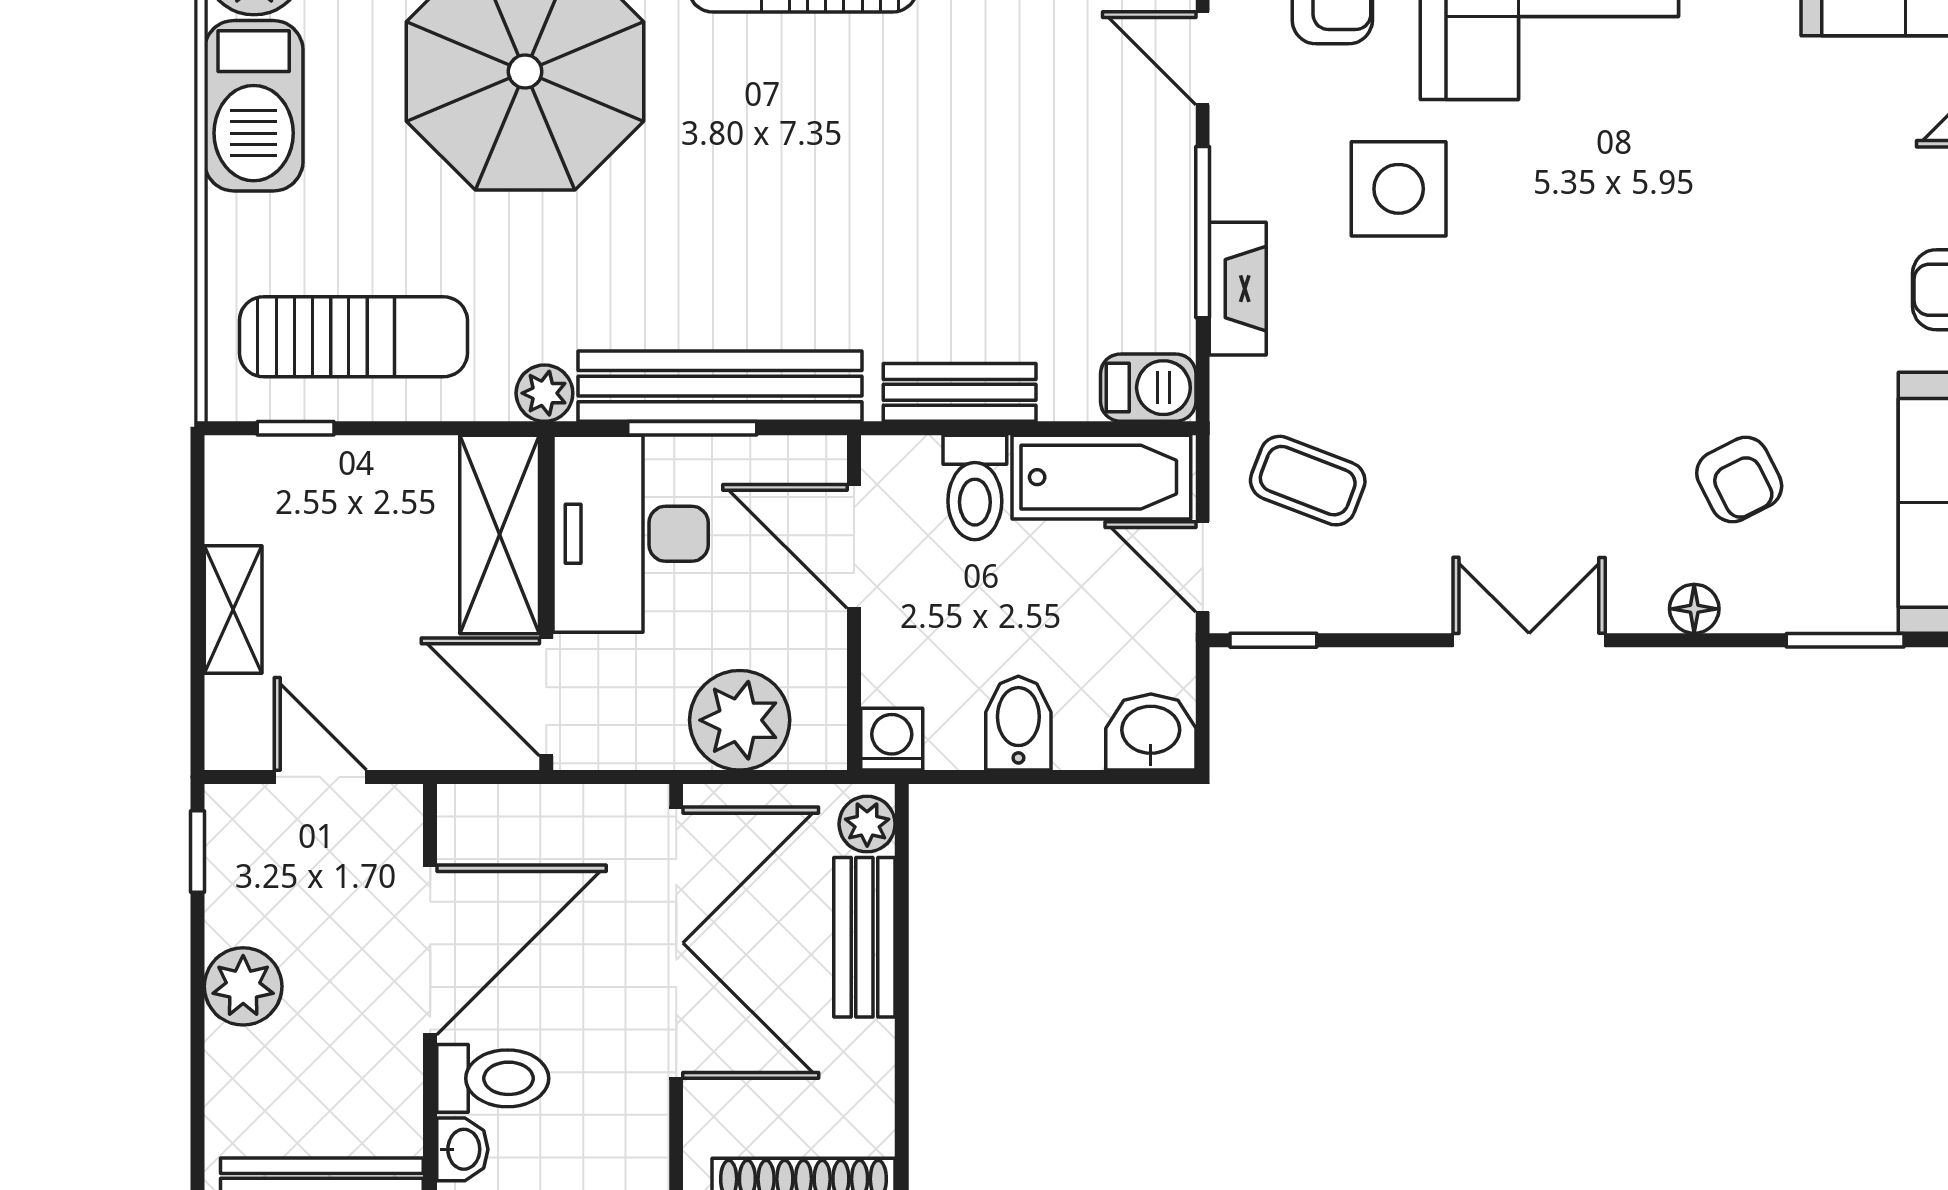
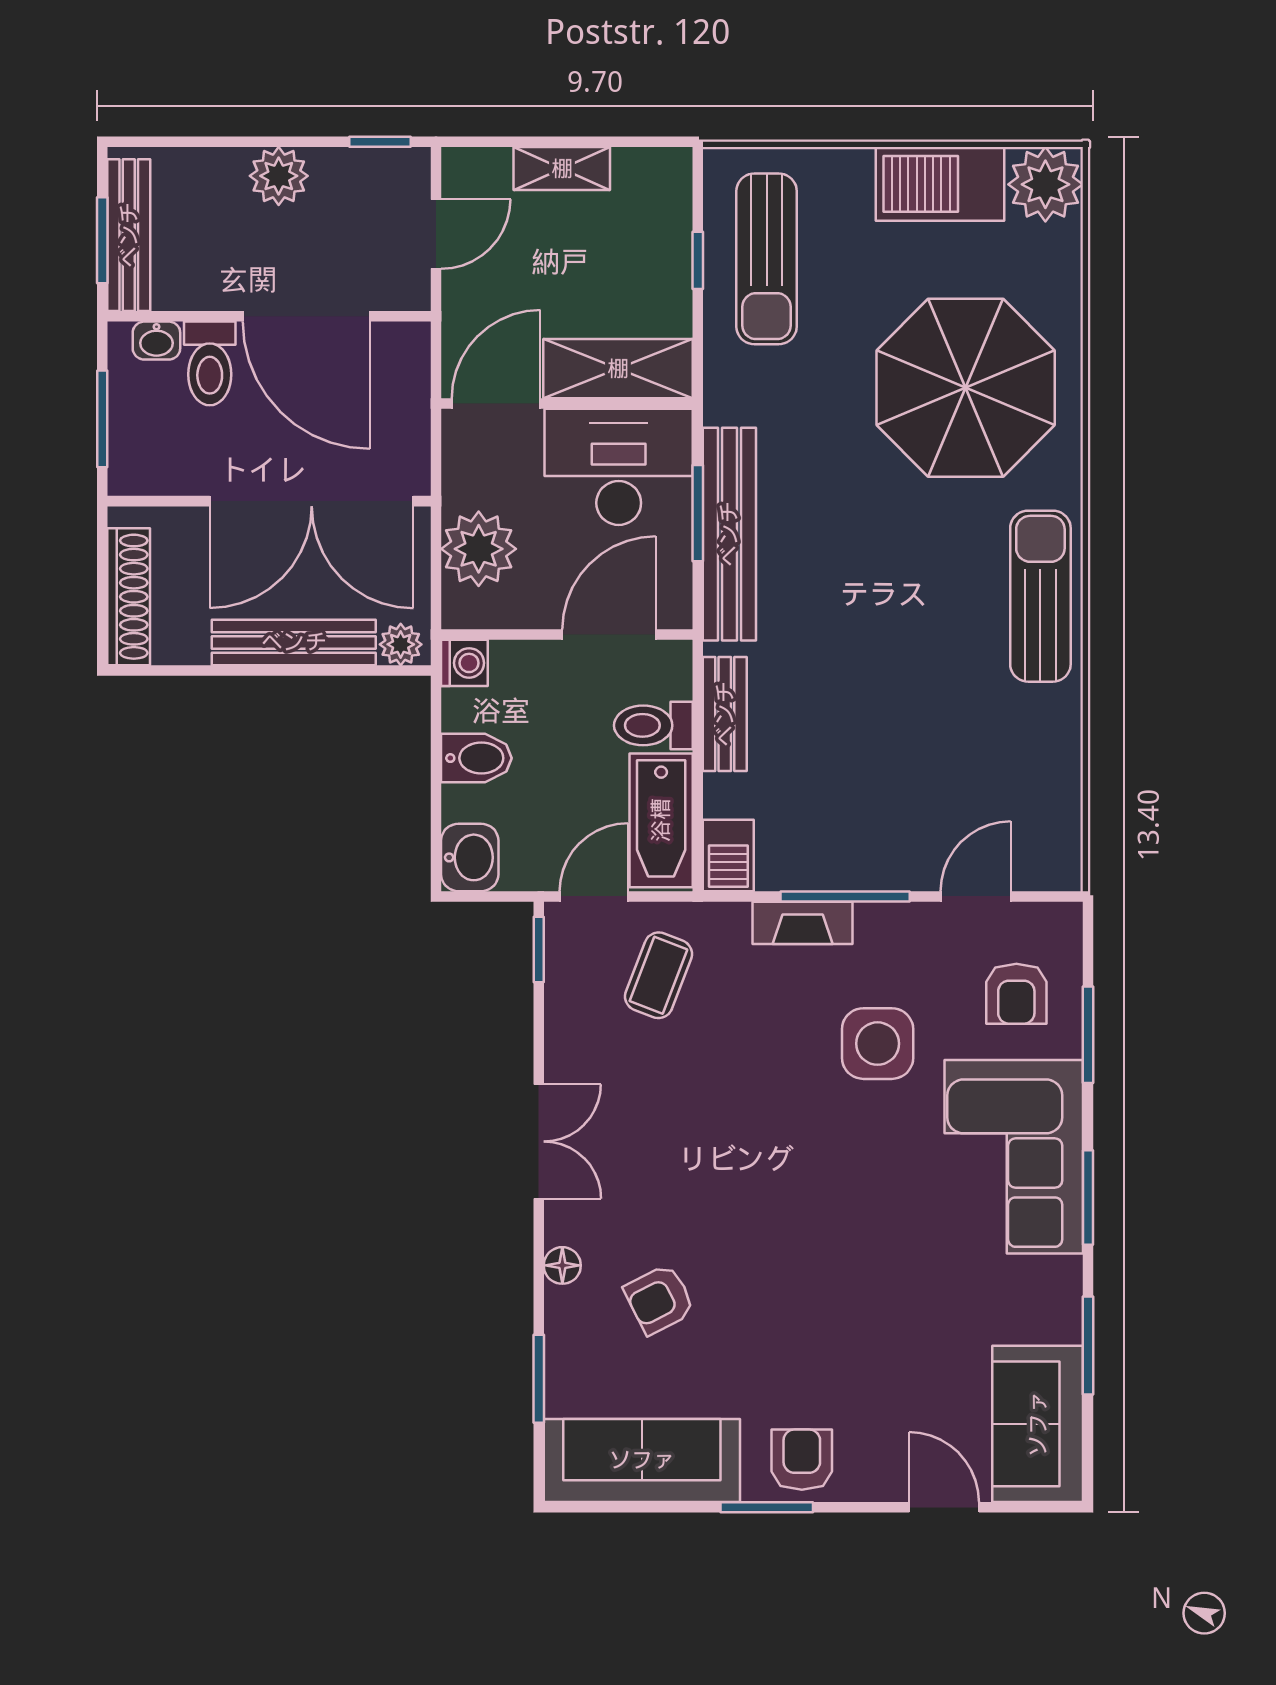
plant: (544, 393) -> (724, 402), removed
window: (296, 428) -> (698, 260), moved
bench: (864, 937) -> (294, 642), width x1.36

